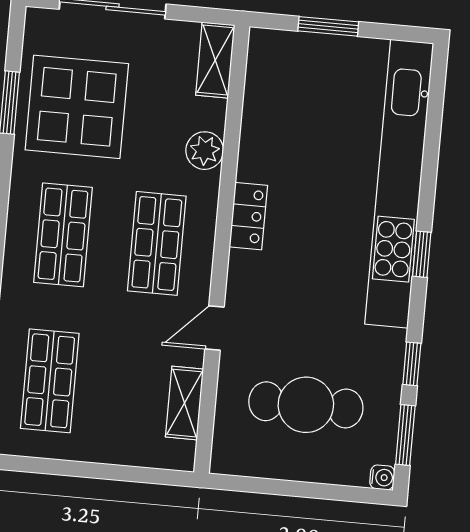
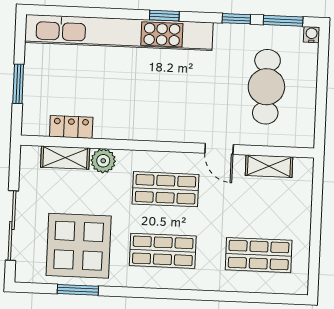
shelving: (215, 60) -> (65, 158), moved
locker: (248, 216) -> (71, 127), moved

